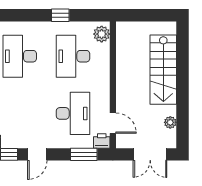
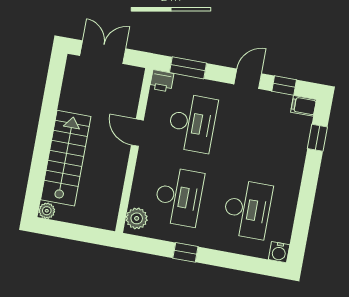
desk: (73, 113) -> (192, 123), turned 180
plant: (170, 122) -> (47, 211), moved
door: (113, 123) -> (137, 133), moved

